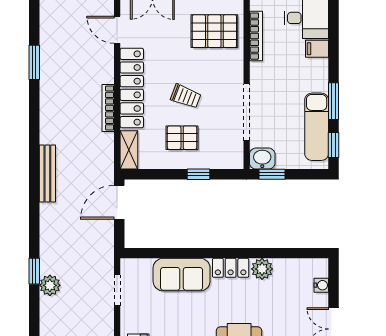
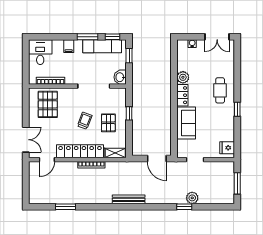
filing cabinet: (317, 49) -> (69, 46), moved
window: (272, 174) -> (129, 56), moved
door: (119, 202) -> (157, 158), moved

